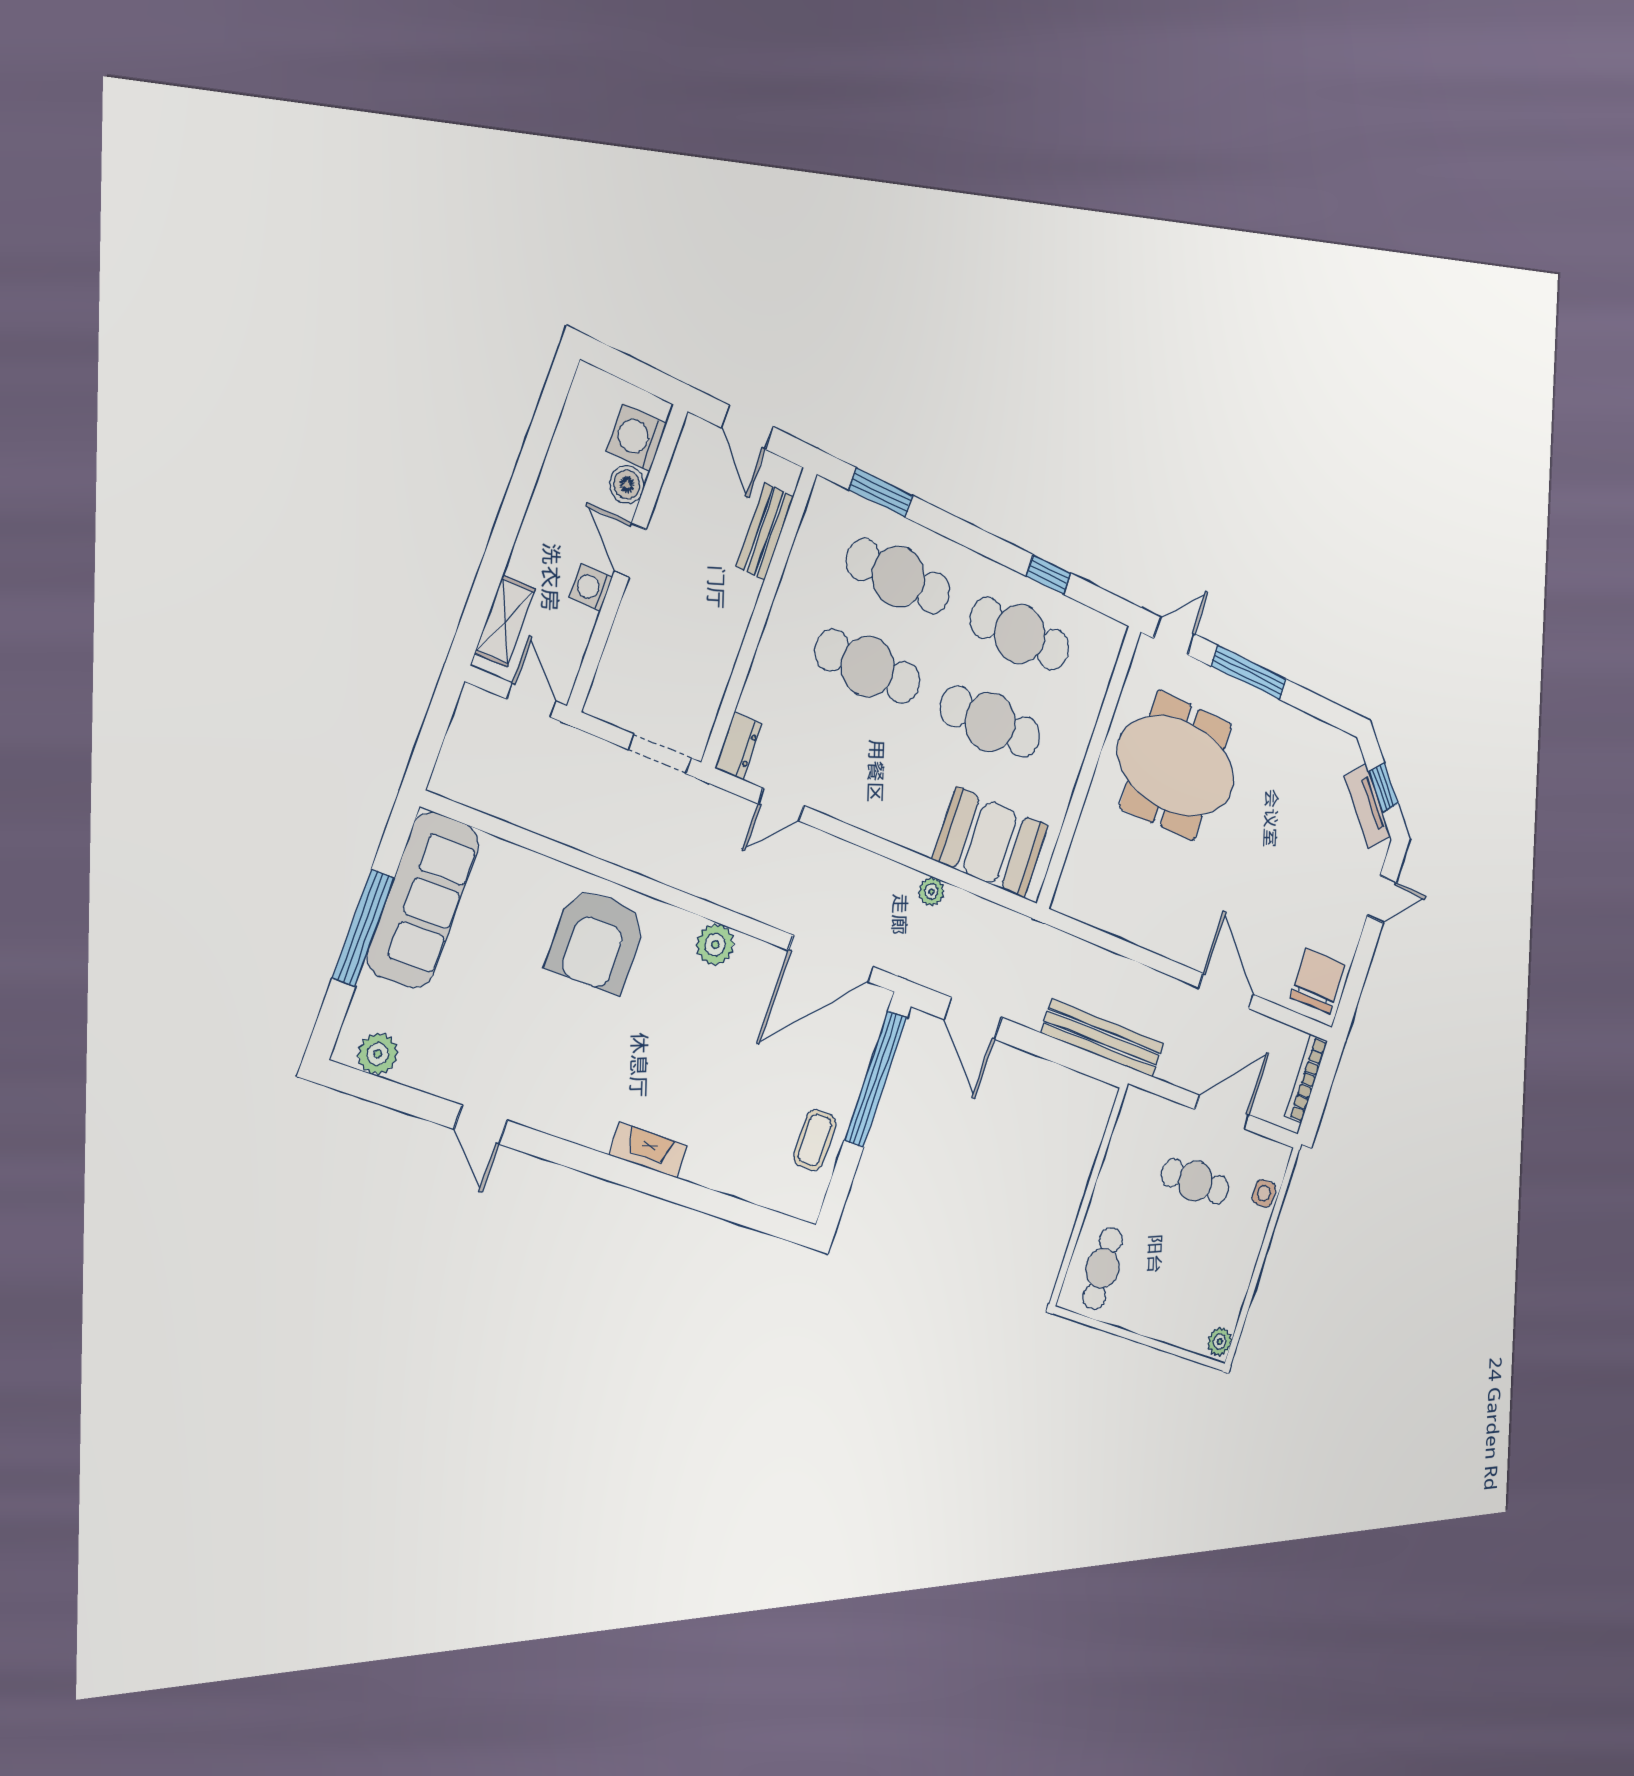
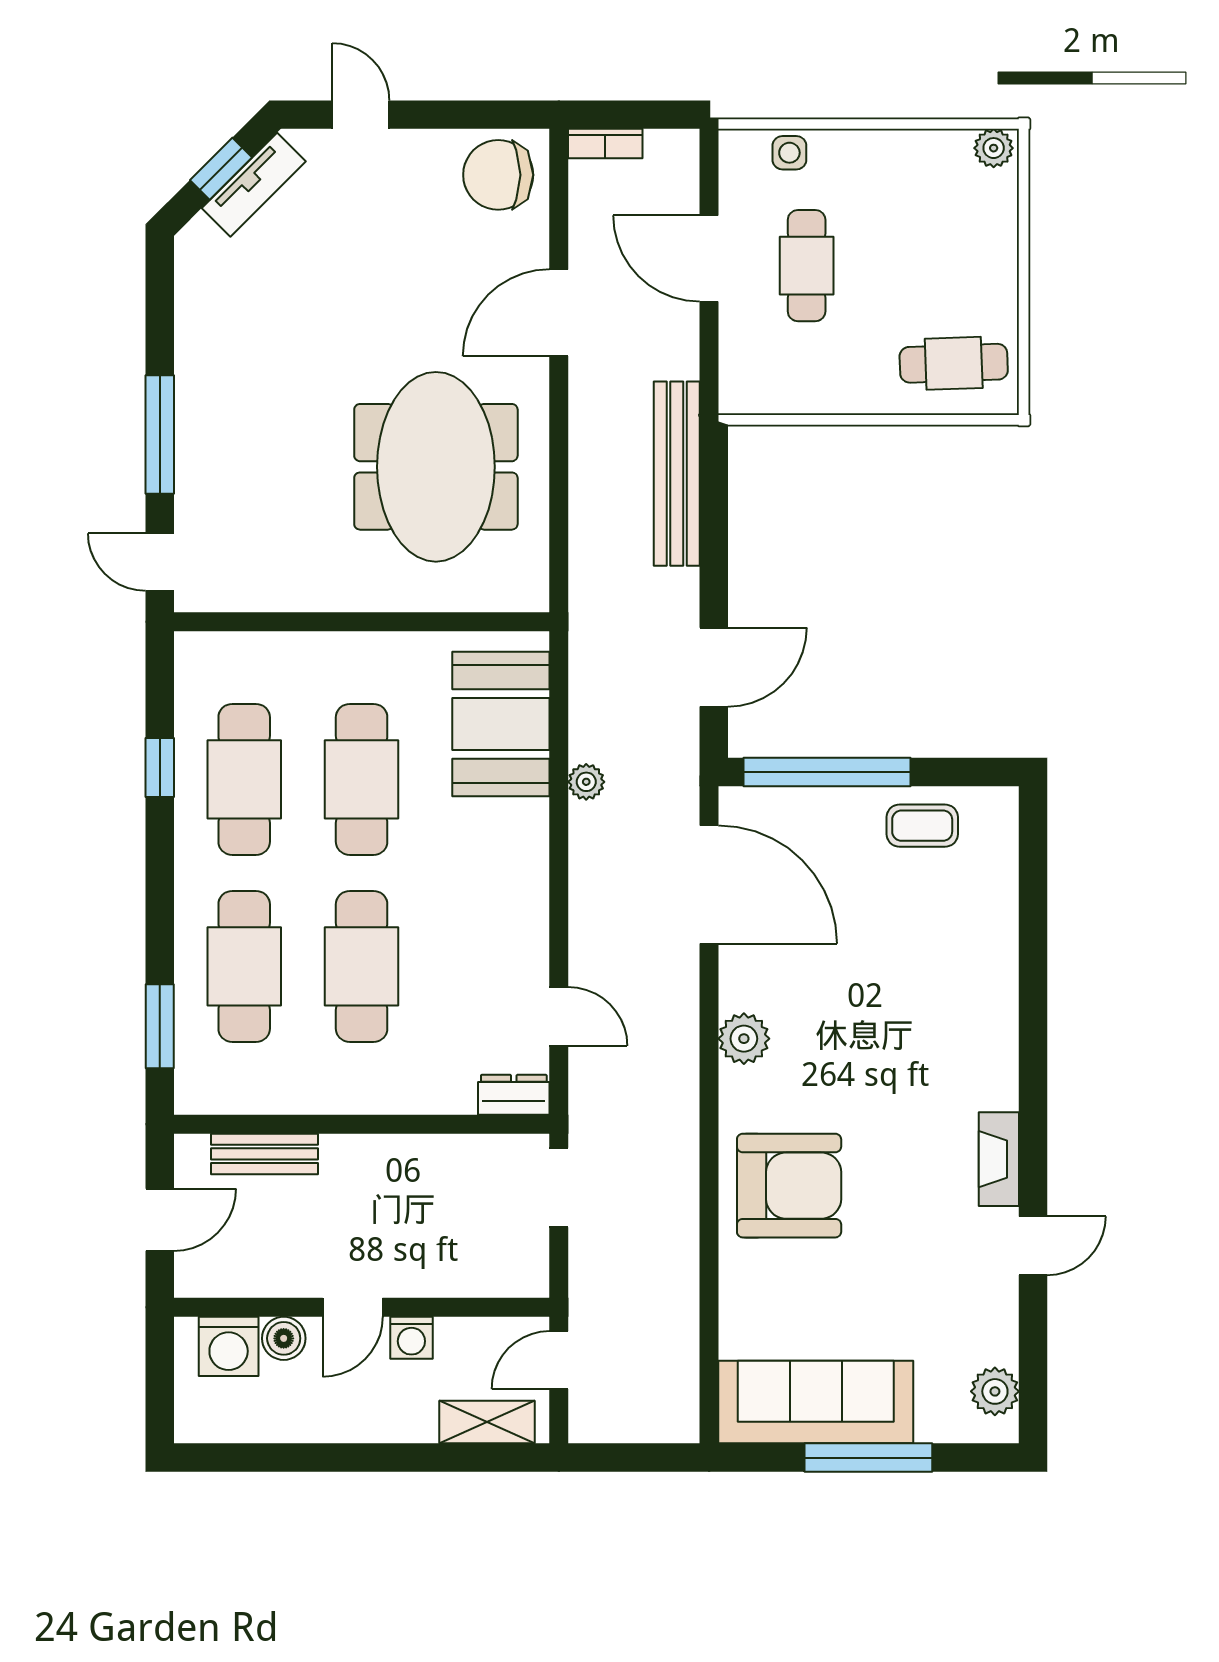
meeting table: (1176, 766) -> (436, 467), moved
bookcase: (1306, 1079) -> (605, 144), width x0.64
fireplace: (648, 1150) -> (999, 1159), moved

